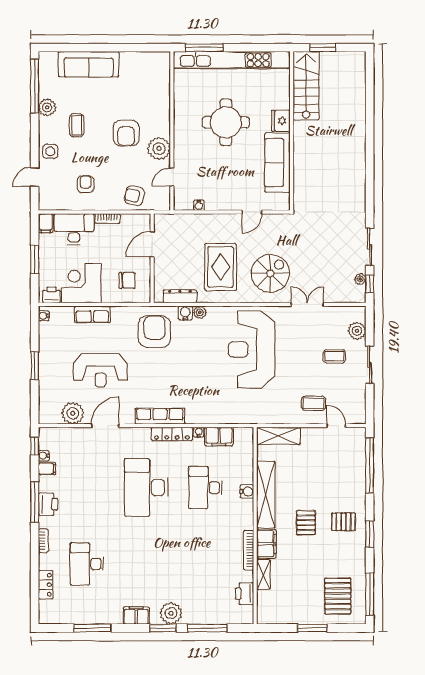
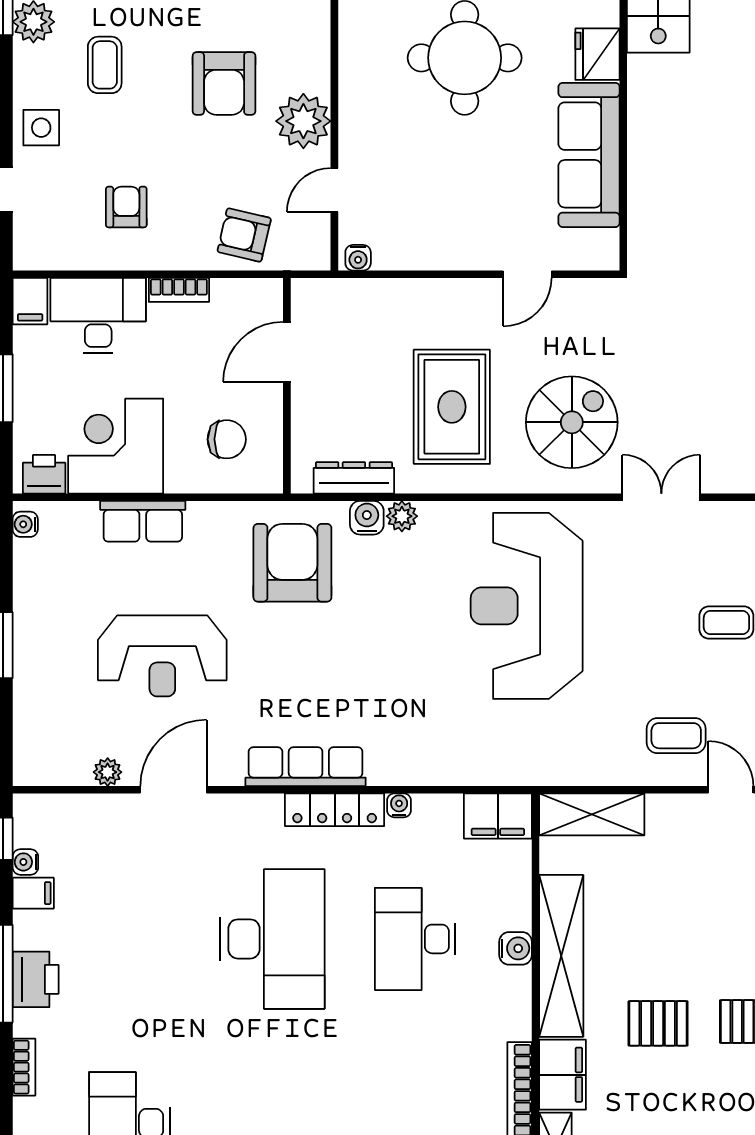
water cooler: (199, 205) -> (358, 258), moved
plant: (73, 413) -> (108, 772), width x0.53, depth x0.53
filing cabinet: (219, 437) -> (498, 816), moved
desk: (146, 488) -> (272, 939), turned 180
pallet: (306, 523) -> (658, 1023), turned 90

